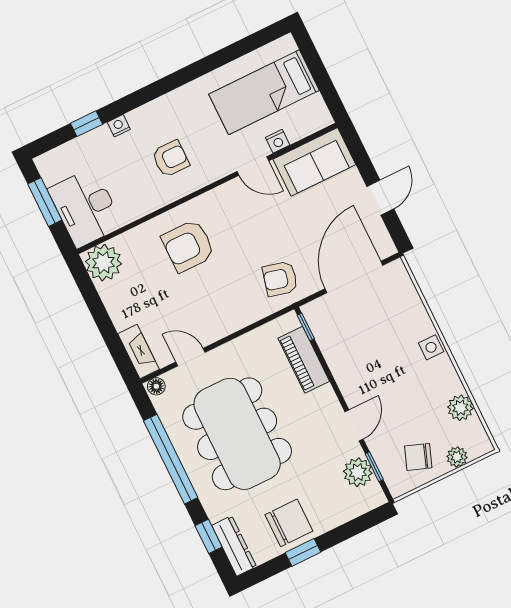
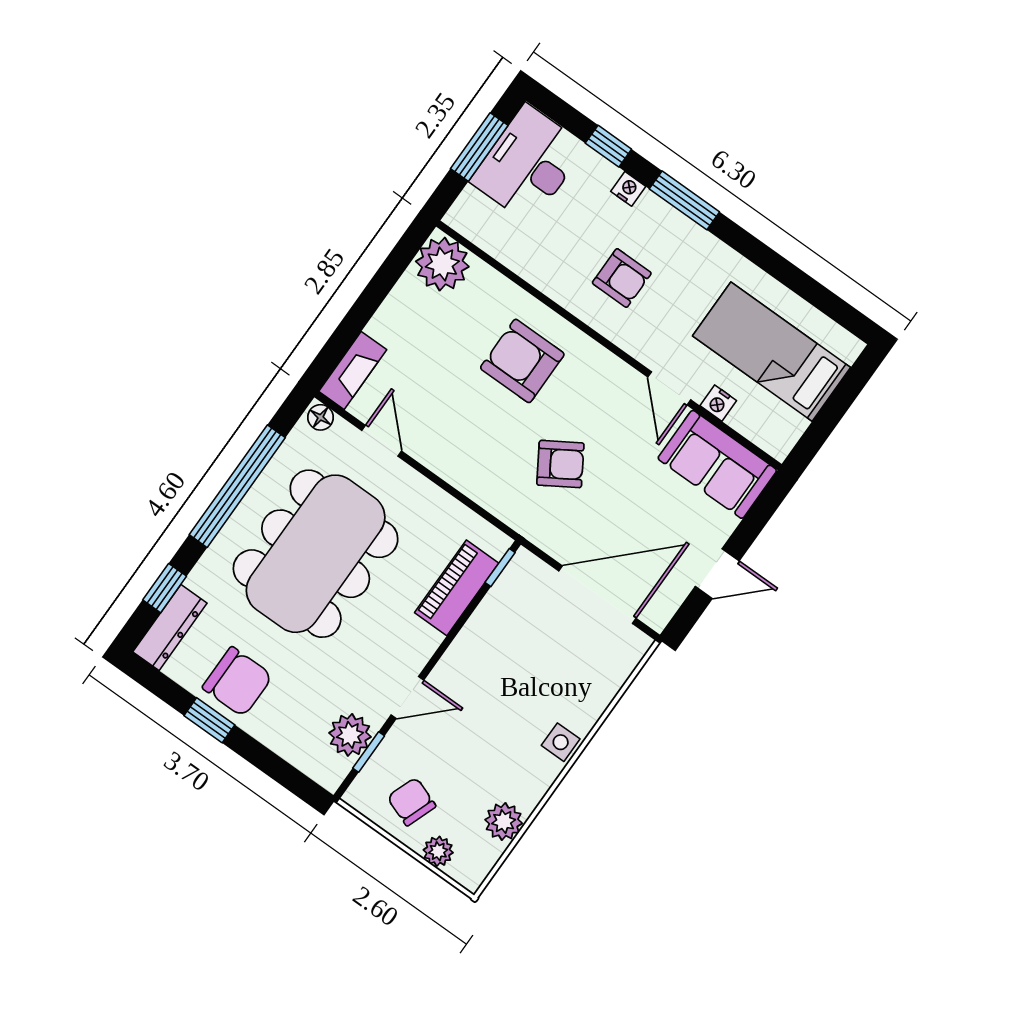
window: (144, 95) -> (684, 200), added
desk: (85, 208) -> (528, 164), moved
armchair: (280, 279) -> (560, 464), moved, turned 134

